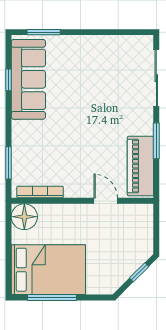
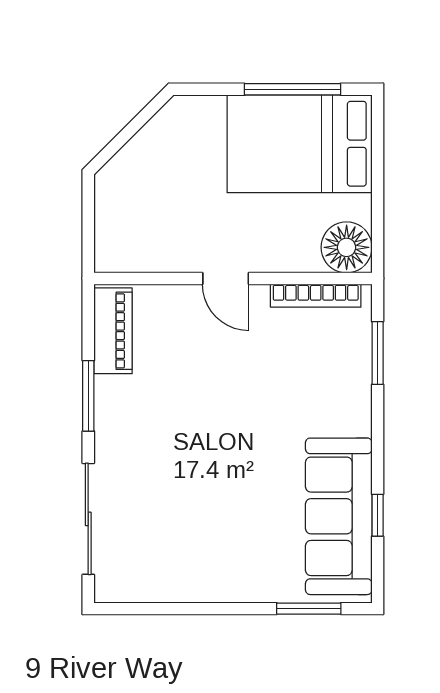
piano: (140, 166) -> (113, 331), width x0.73, depth x0.75
door: (106, 201) -> (226, 278), moved
window: (139, 272) -> (122, 139), removed

